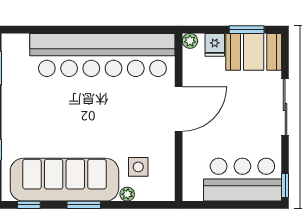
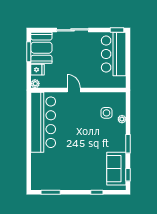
bar counter: (102, 55) -> (43, 122), width x0.73
door: (179, 109) -> (74, 90), width x0.53
sofa: (64, 180) -> (116, 169), width x0.54, depth x0.79

